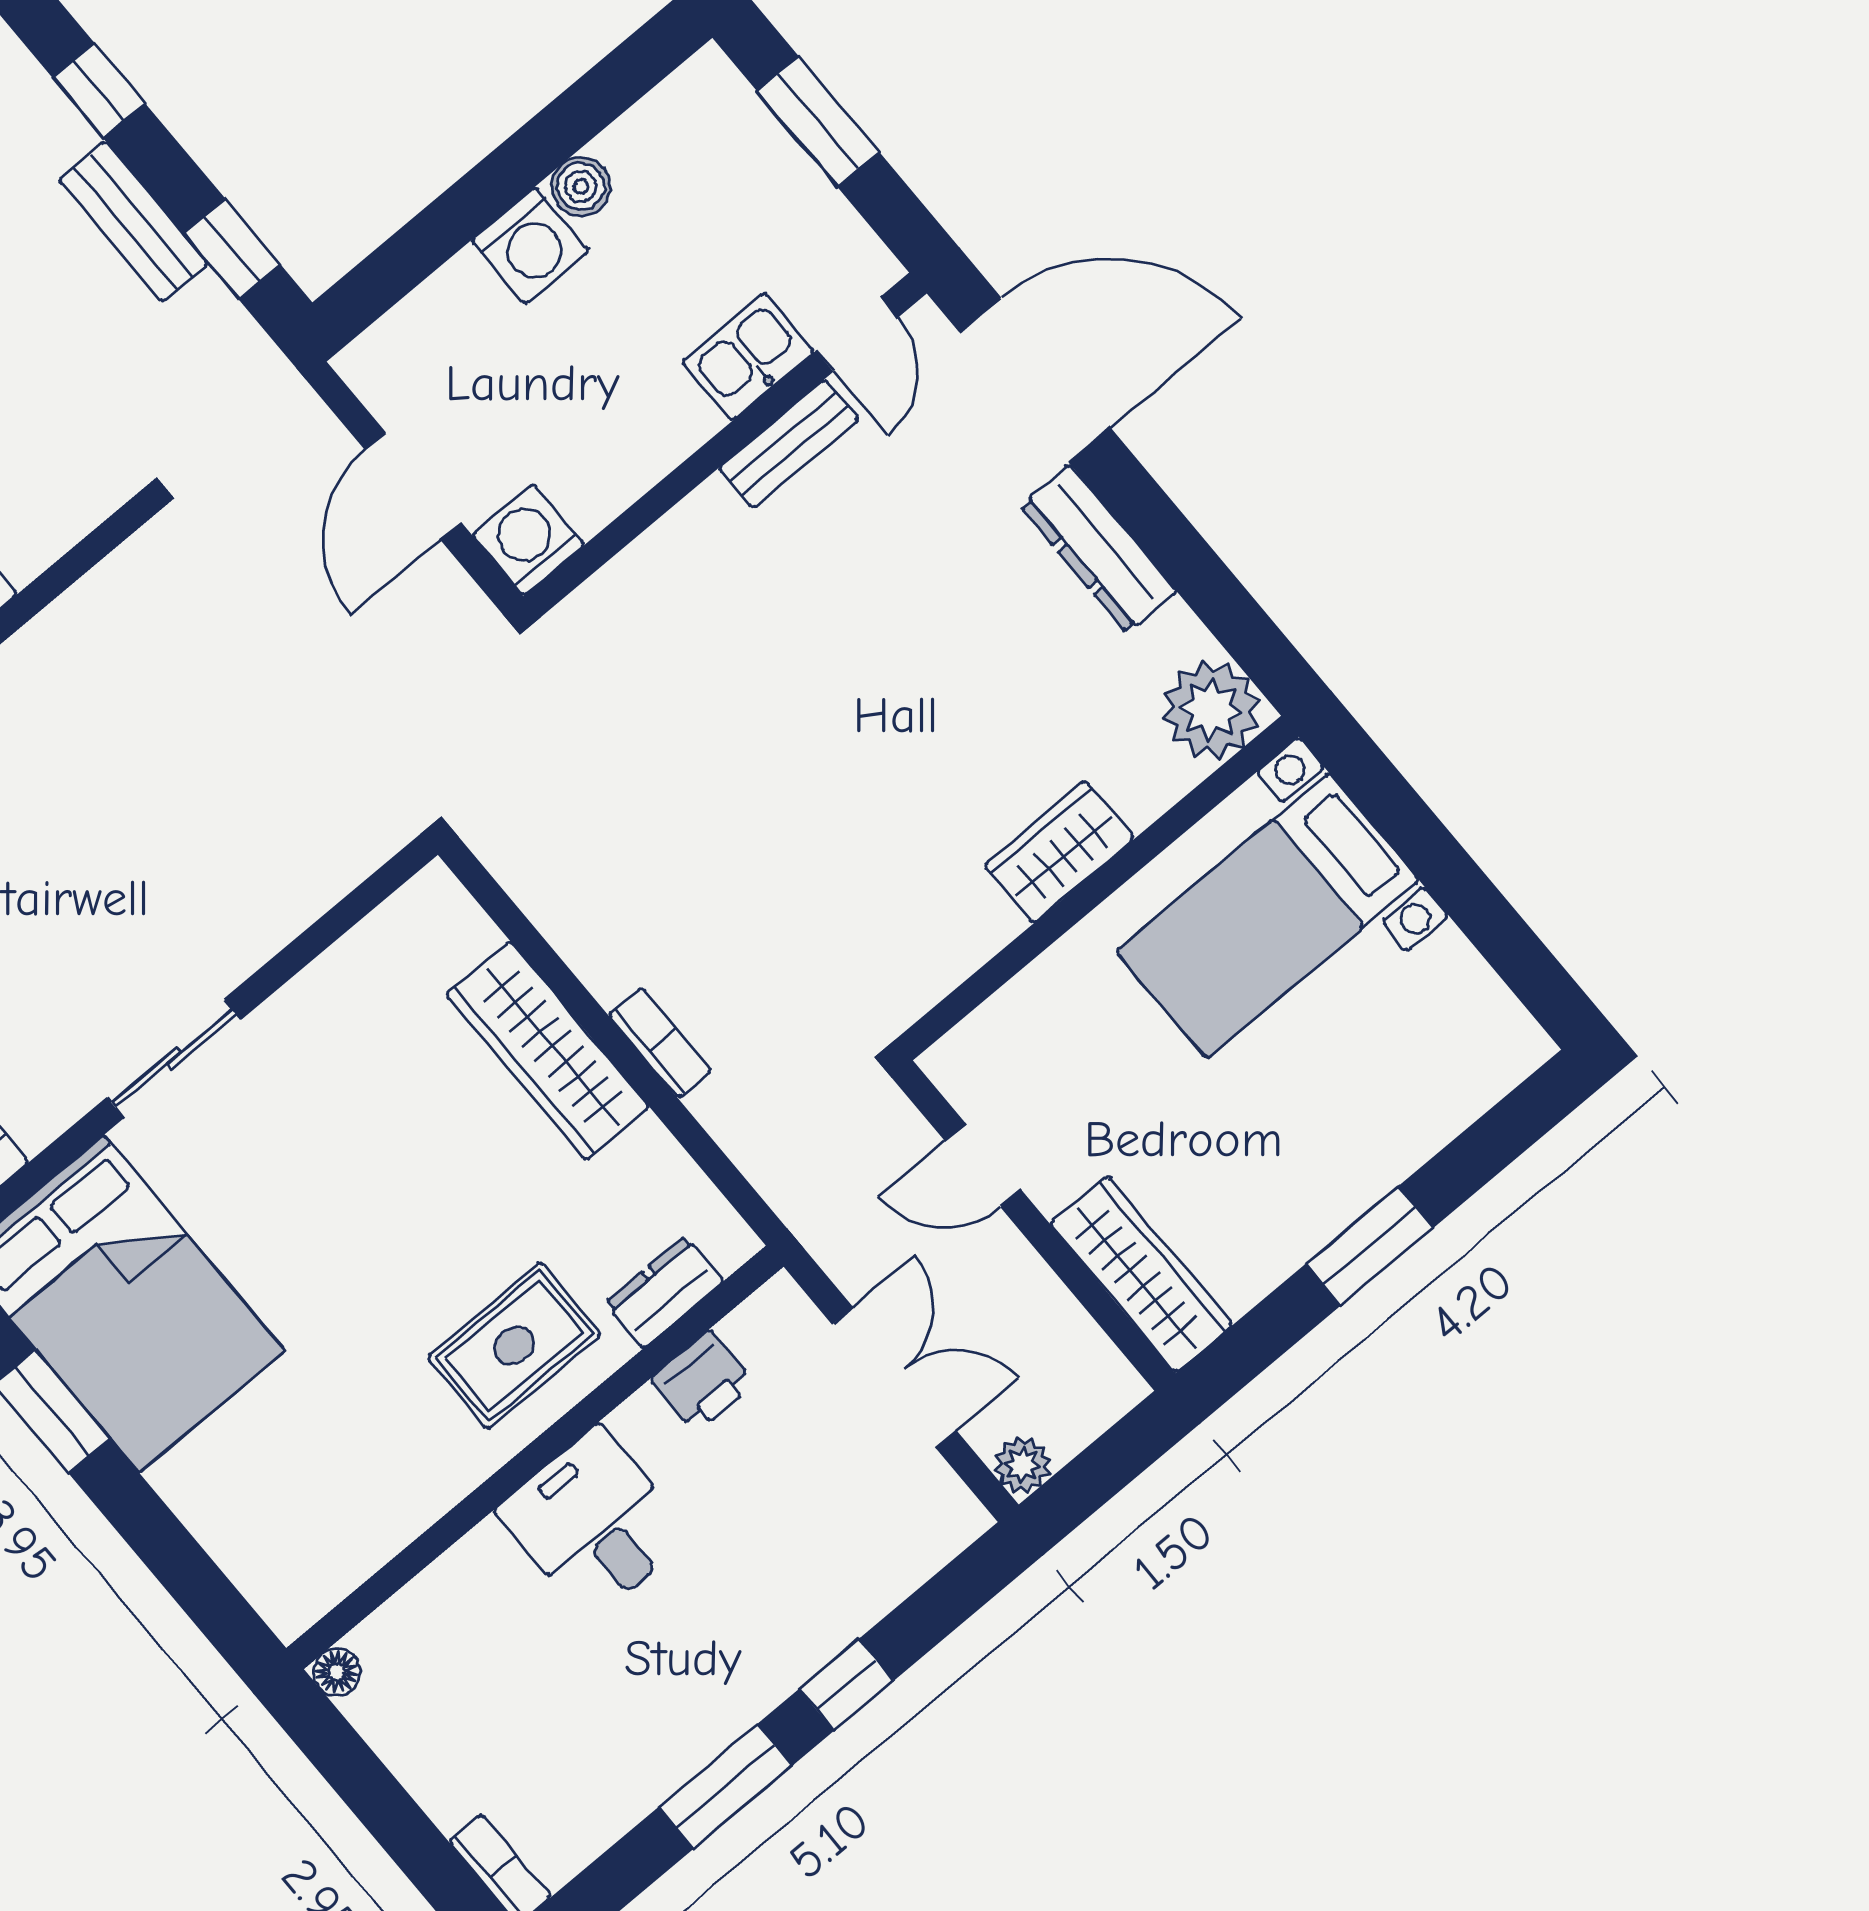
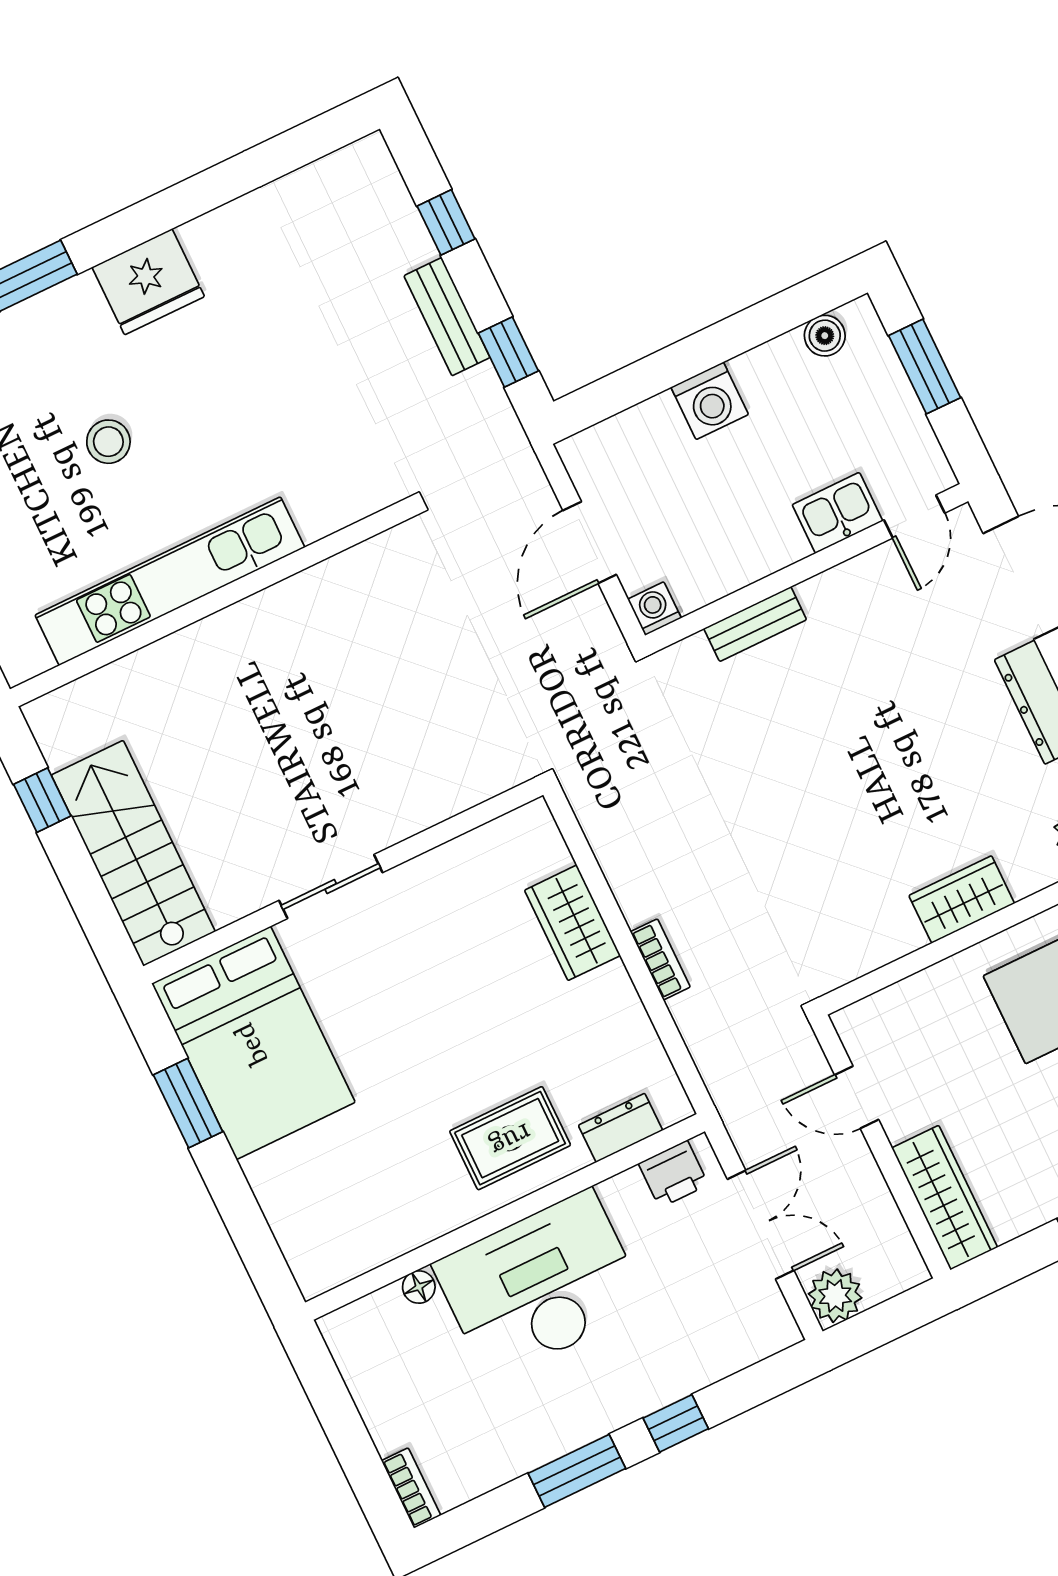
boiler: (581, 187) -> (825, 336), moved
bench: (789, 444) -> (755, 624), moved
washing machine: (528, 540) -> (654, 609), width x0.73, depth x0.73
wardrobe: (548, 1051) -> (572, 923), width x0.67
printer: (703, 1381) -> (673, 1174), moved
plant: (1022, 1465) -> (835, 1296), width x1.38, depth x1.38
desk: (594, 1523) -> (540, 1285), width x1.87, depth x1.30
floor lamp: (337, 1672) -> (419, 1287), moved

